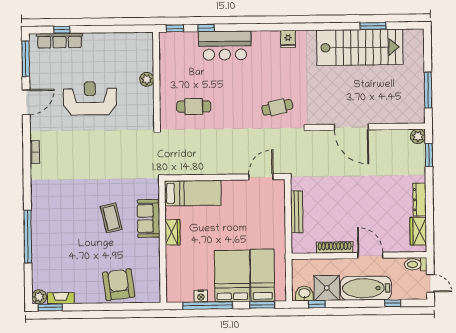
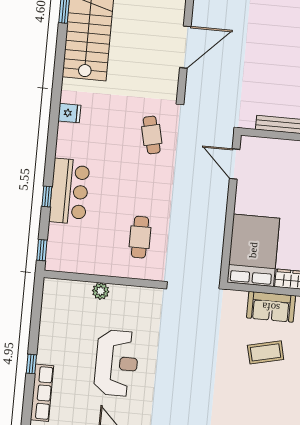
window: (206, 28) -> (47, 196), moved
window: (62, 30) -> (31, 364), moved
reception desk: (90, 98) -> (117, 363), turned 180
bed: (193, 193) -> (253, 250), width x1.50

